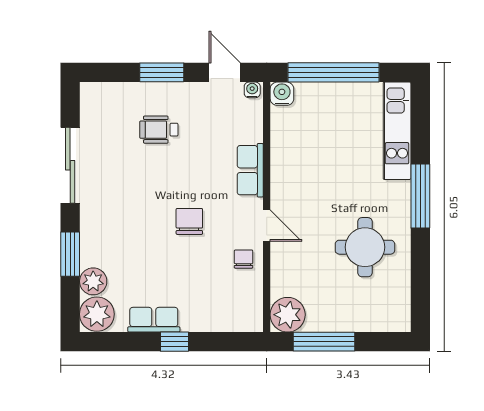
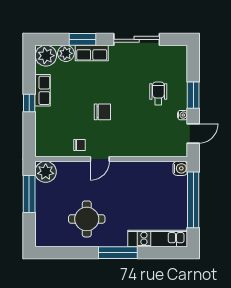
water cooler: (252, 90) -> (183, 115), moved
row of seats: (250, 170) -> (92, 53), moved, turned 180

